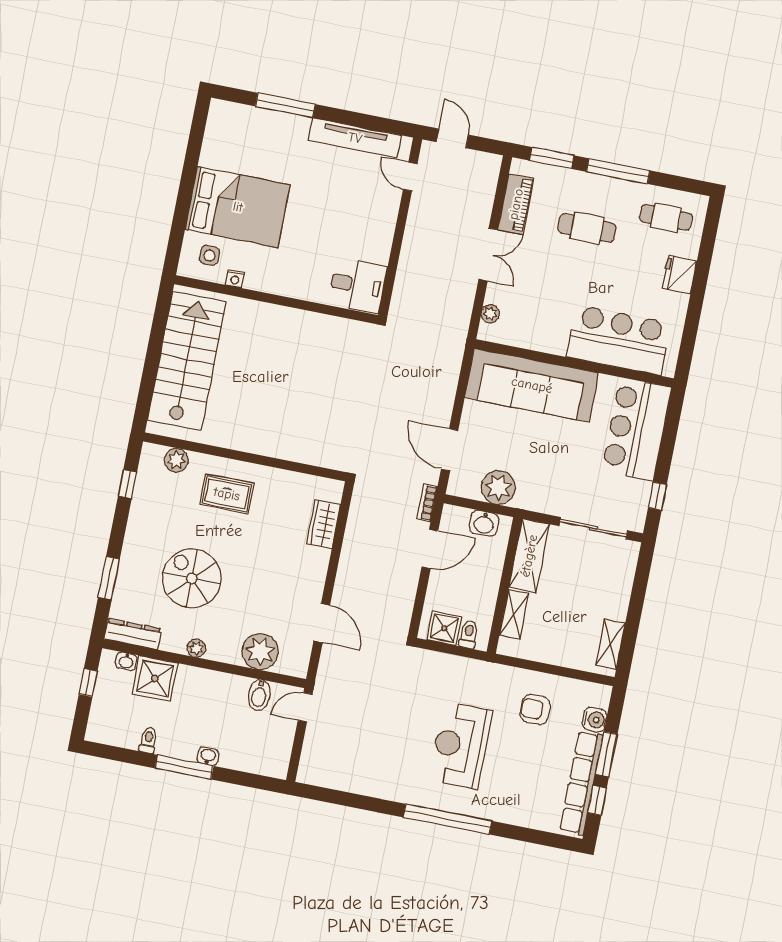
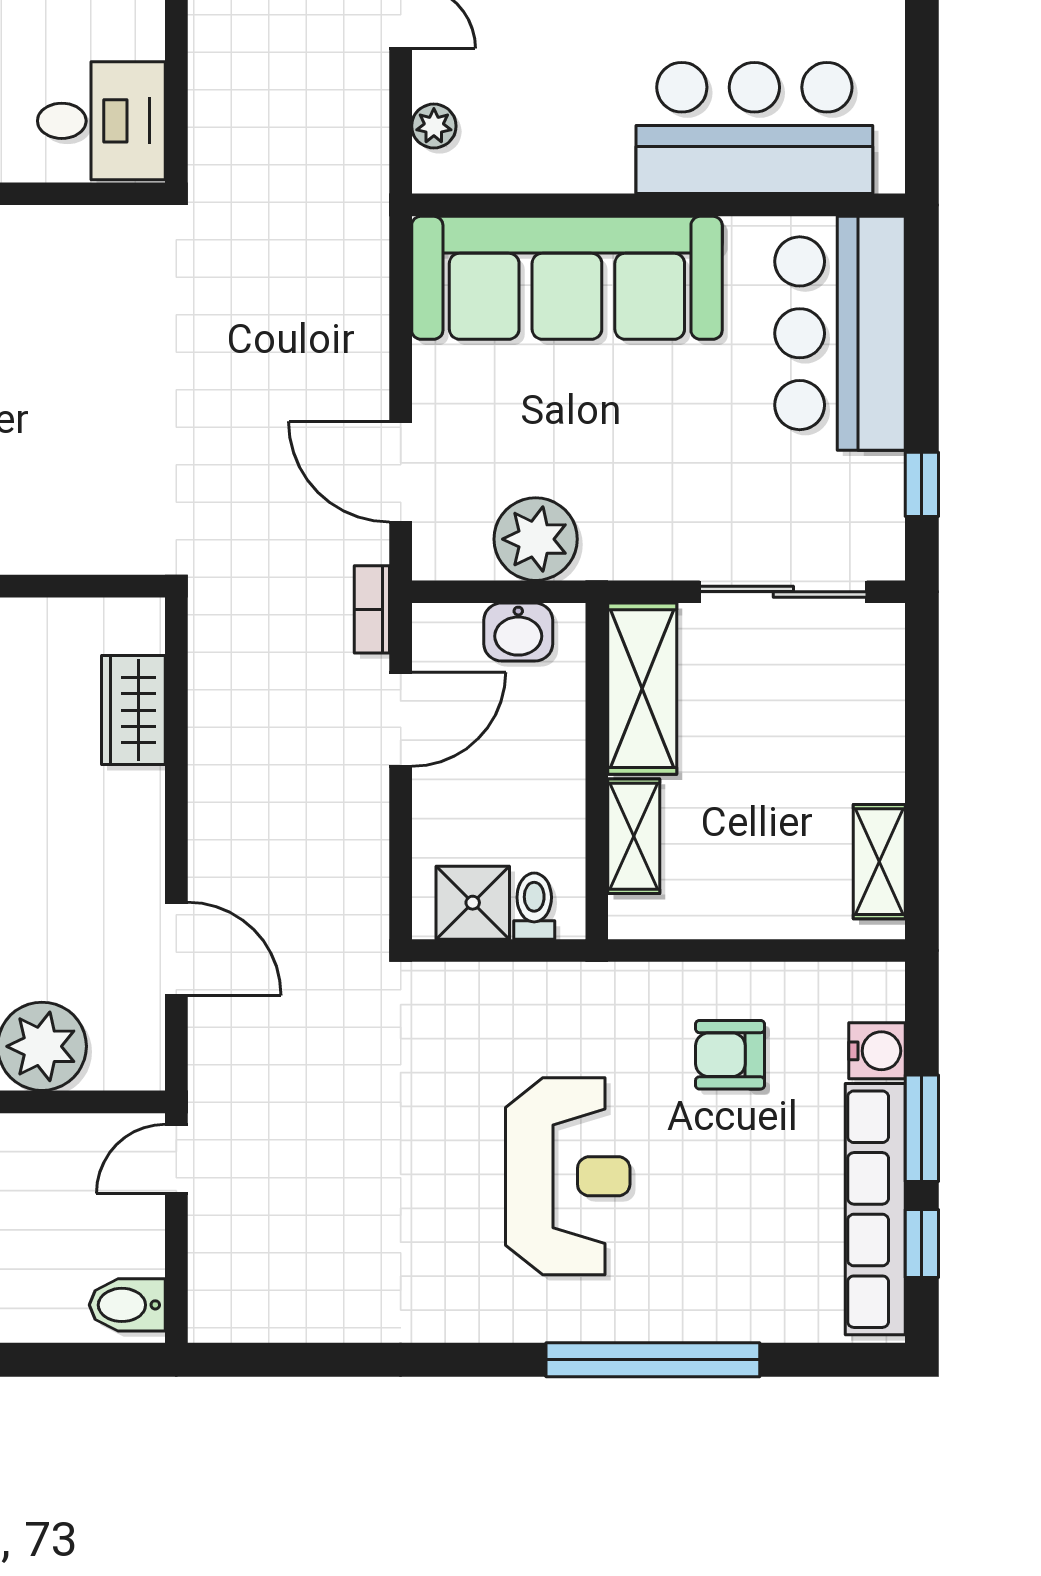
bidet: (259, 695) -> (127, 1305), moved, turned 90
reception desk: (461, 745) -> (568, 1176), turned 180
window: (448, 819) -> (653, 1360), moved

